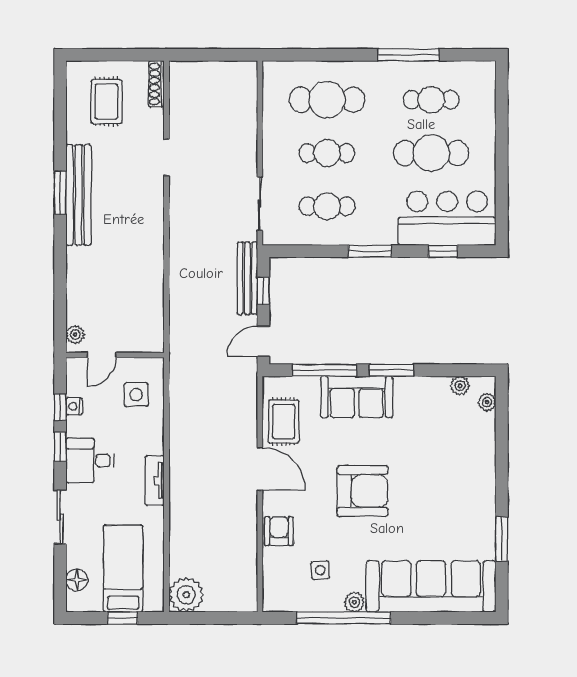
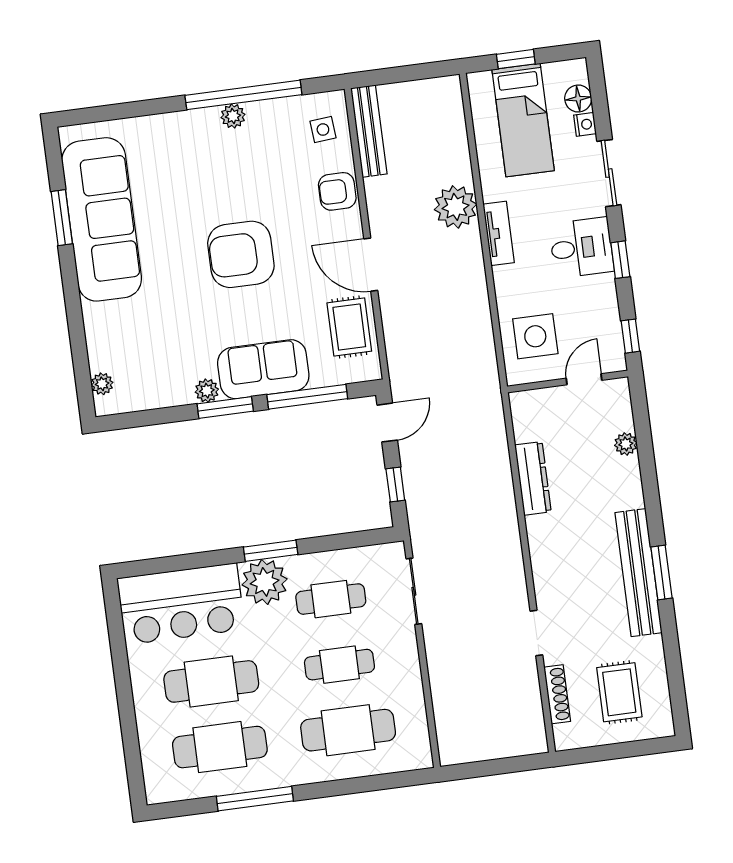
shoe rack: (156, 84) -> (557, 694), moved
cafe table: (431, 100) -> (220, 747), width x1.37, depth x1.35
plant: (378, 227) -> (265, 582), added
window: (443, 251) -> (181, 563), removed
bench: (247, 278) -> (369, 131), moved
dresser: (153, 281) -> (533, 478), added
plant: (75, 335) -> (626, 444), moved
plant: (460, 386) -> (207, 391), moved
side table: (136, 395) -> (535, 336), width x1.37, depth x1.37
nightstand: (74, 406) -> (585, 124), moved
window: (60, 407) -> (630, 336), moved
armchair: (279, 531) -> (337, 191), turned 90
side table: (320, 570) -> (323, 130), moved
sofa: (431, 586) -> (102, 219), moved, turned -90
plant: (186, 595) -> (456, 207), moved

